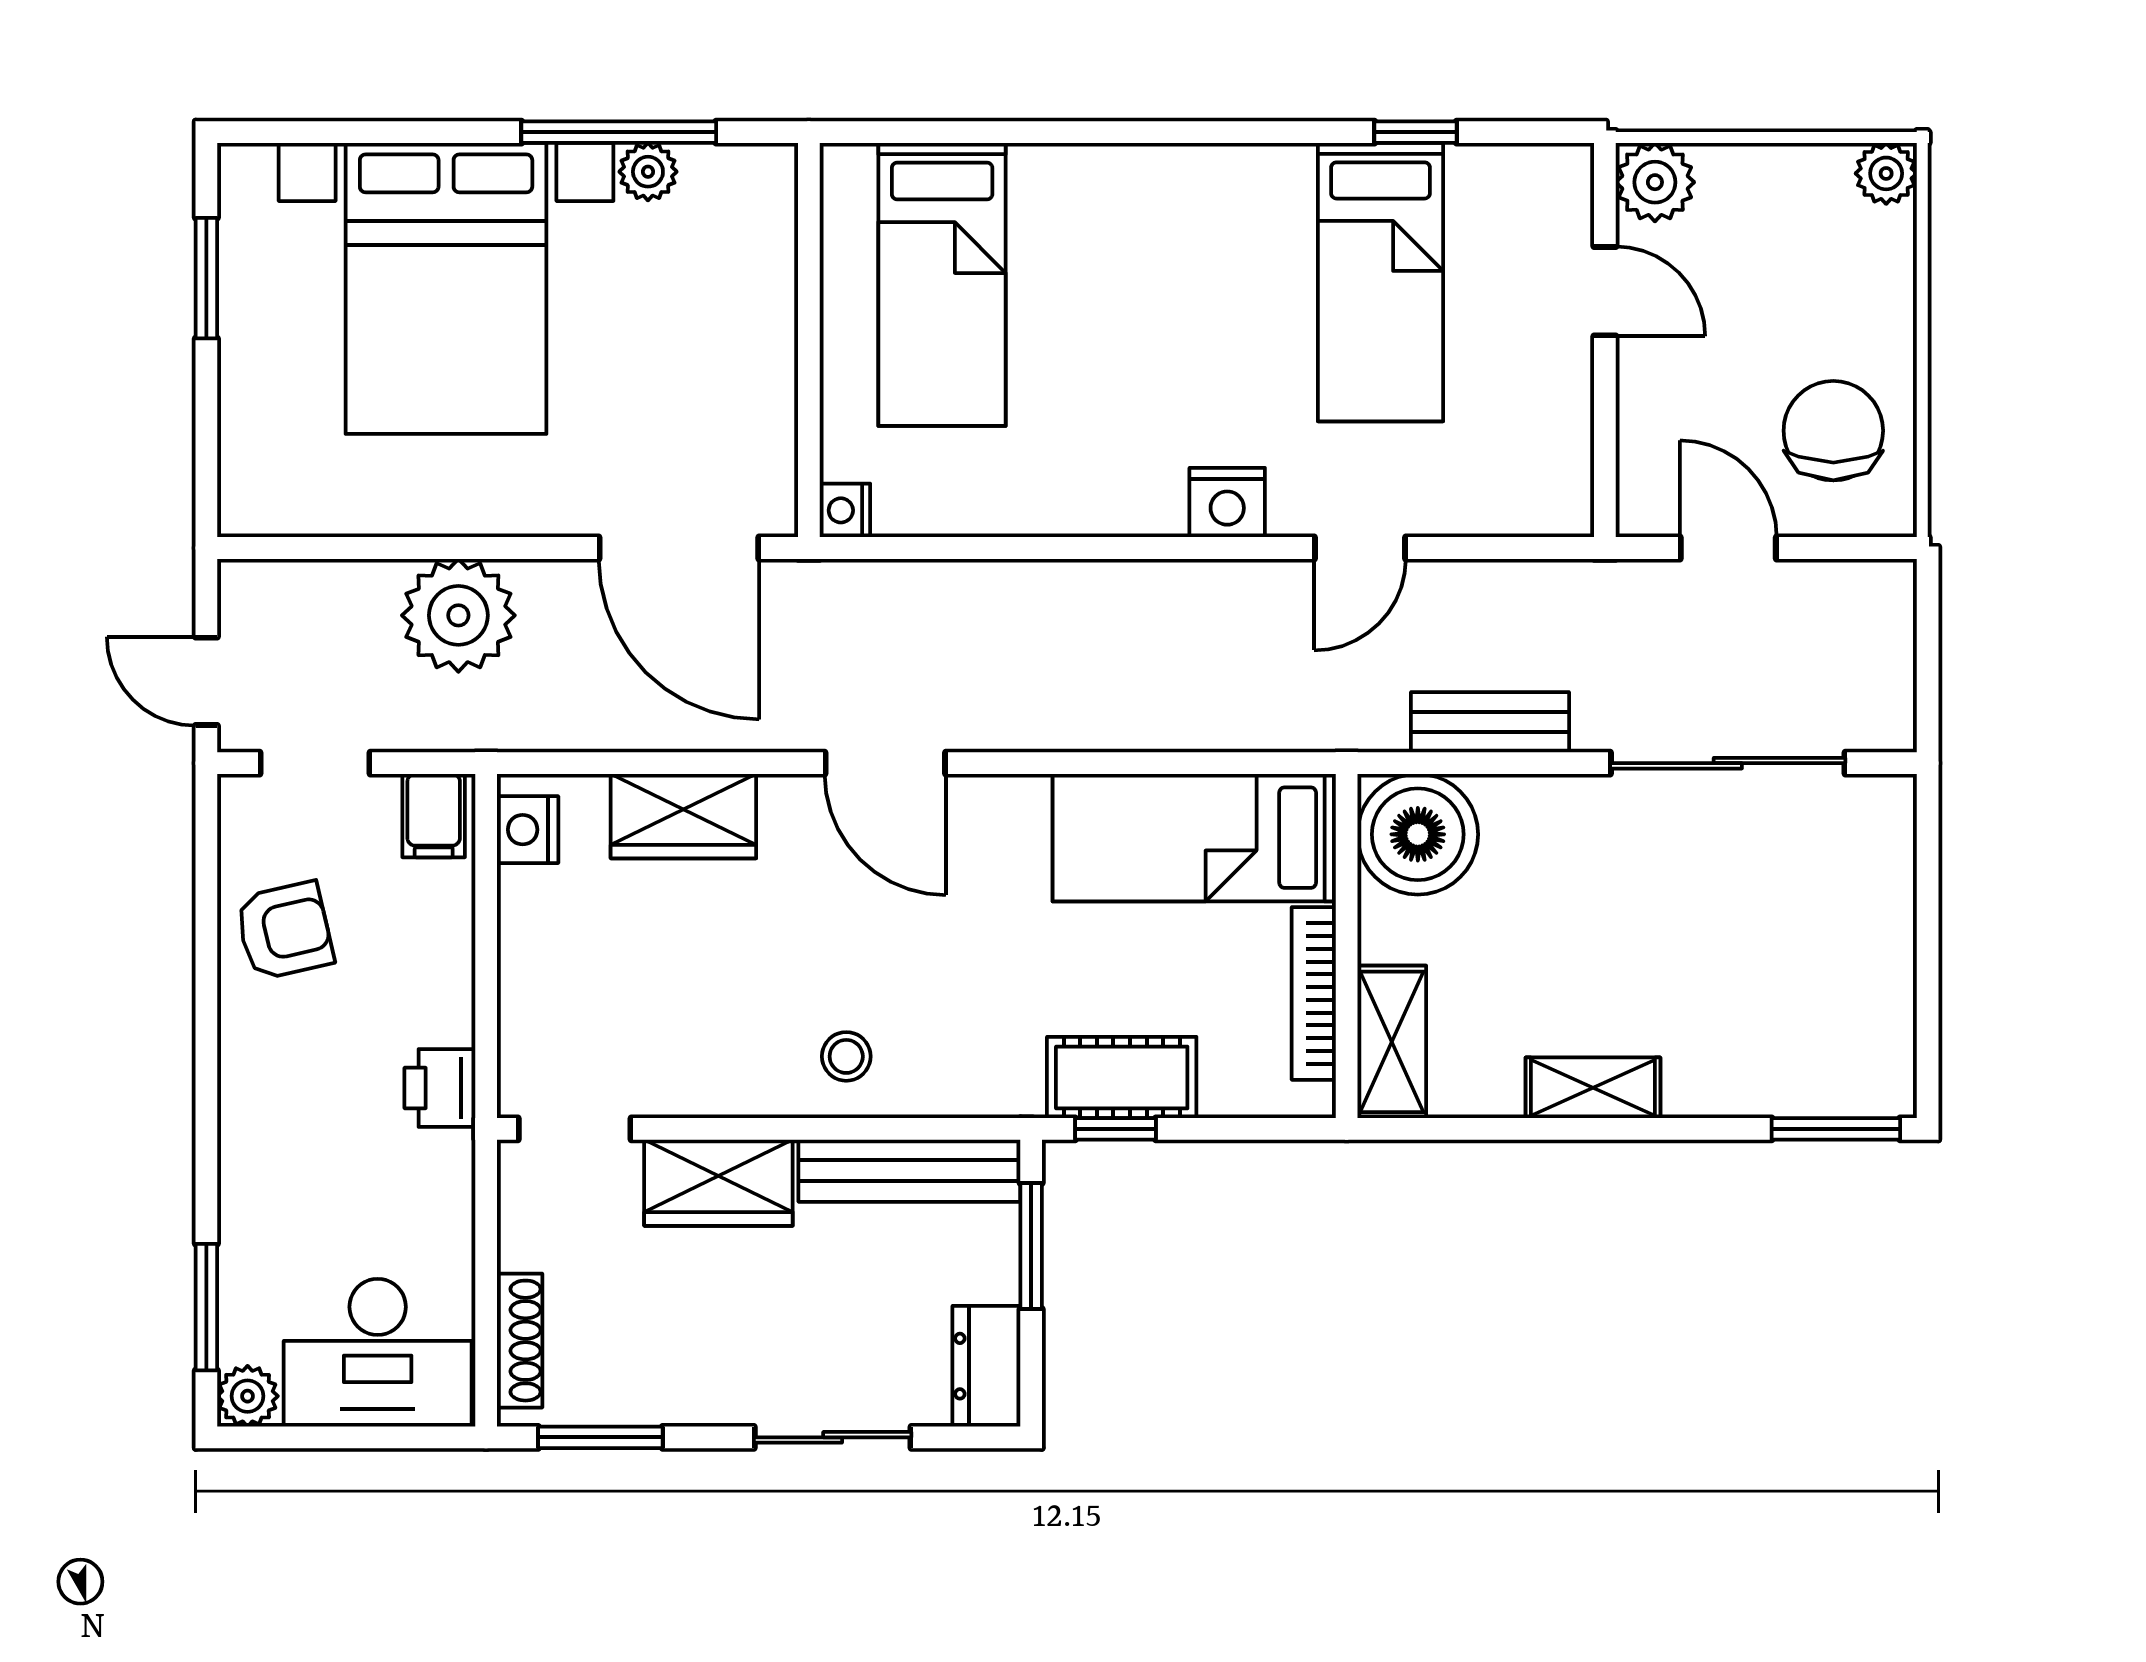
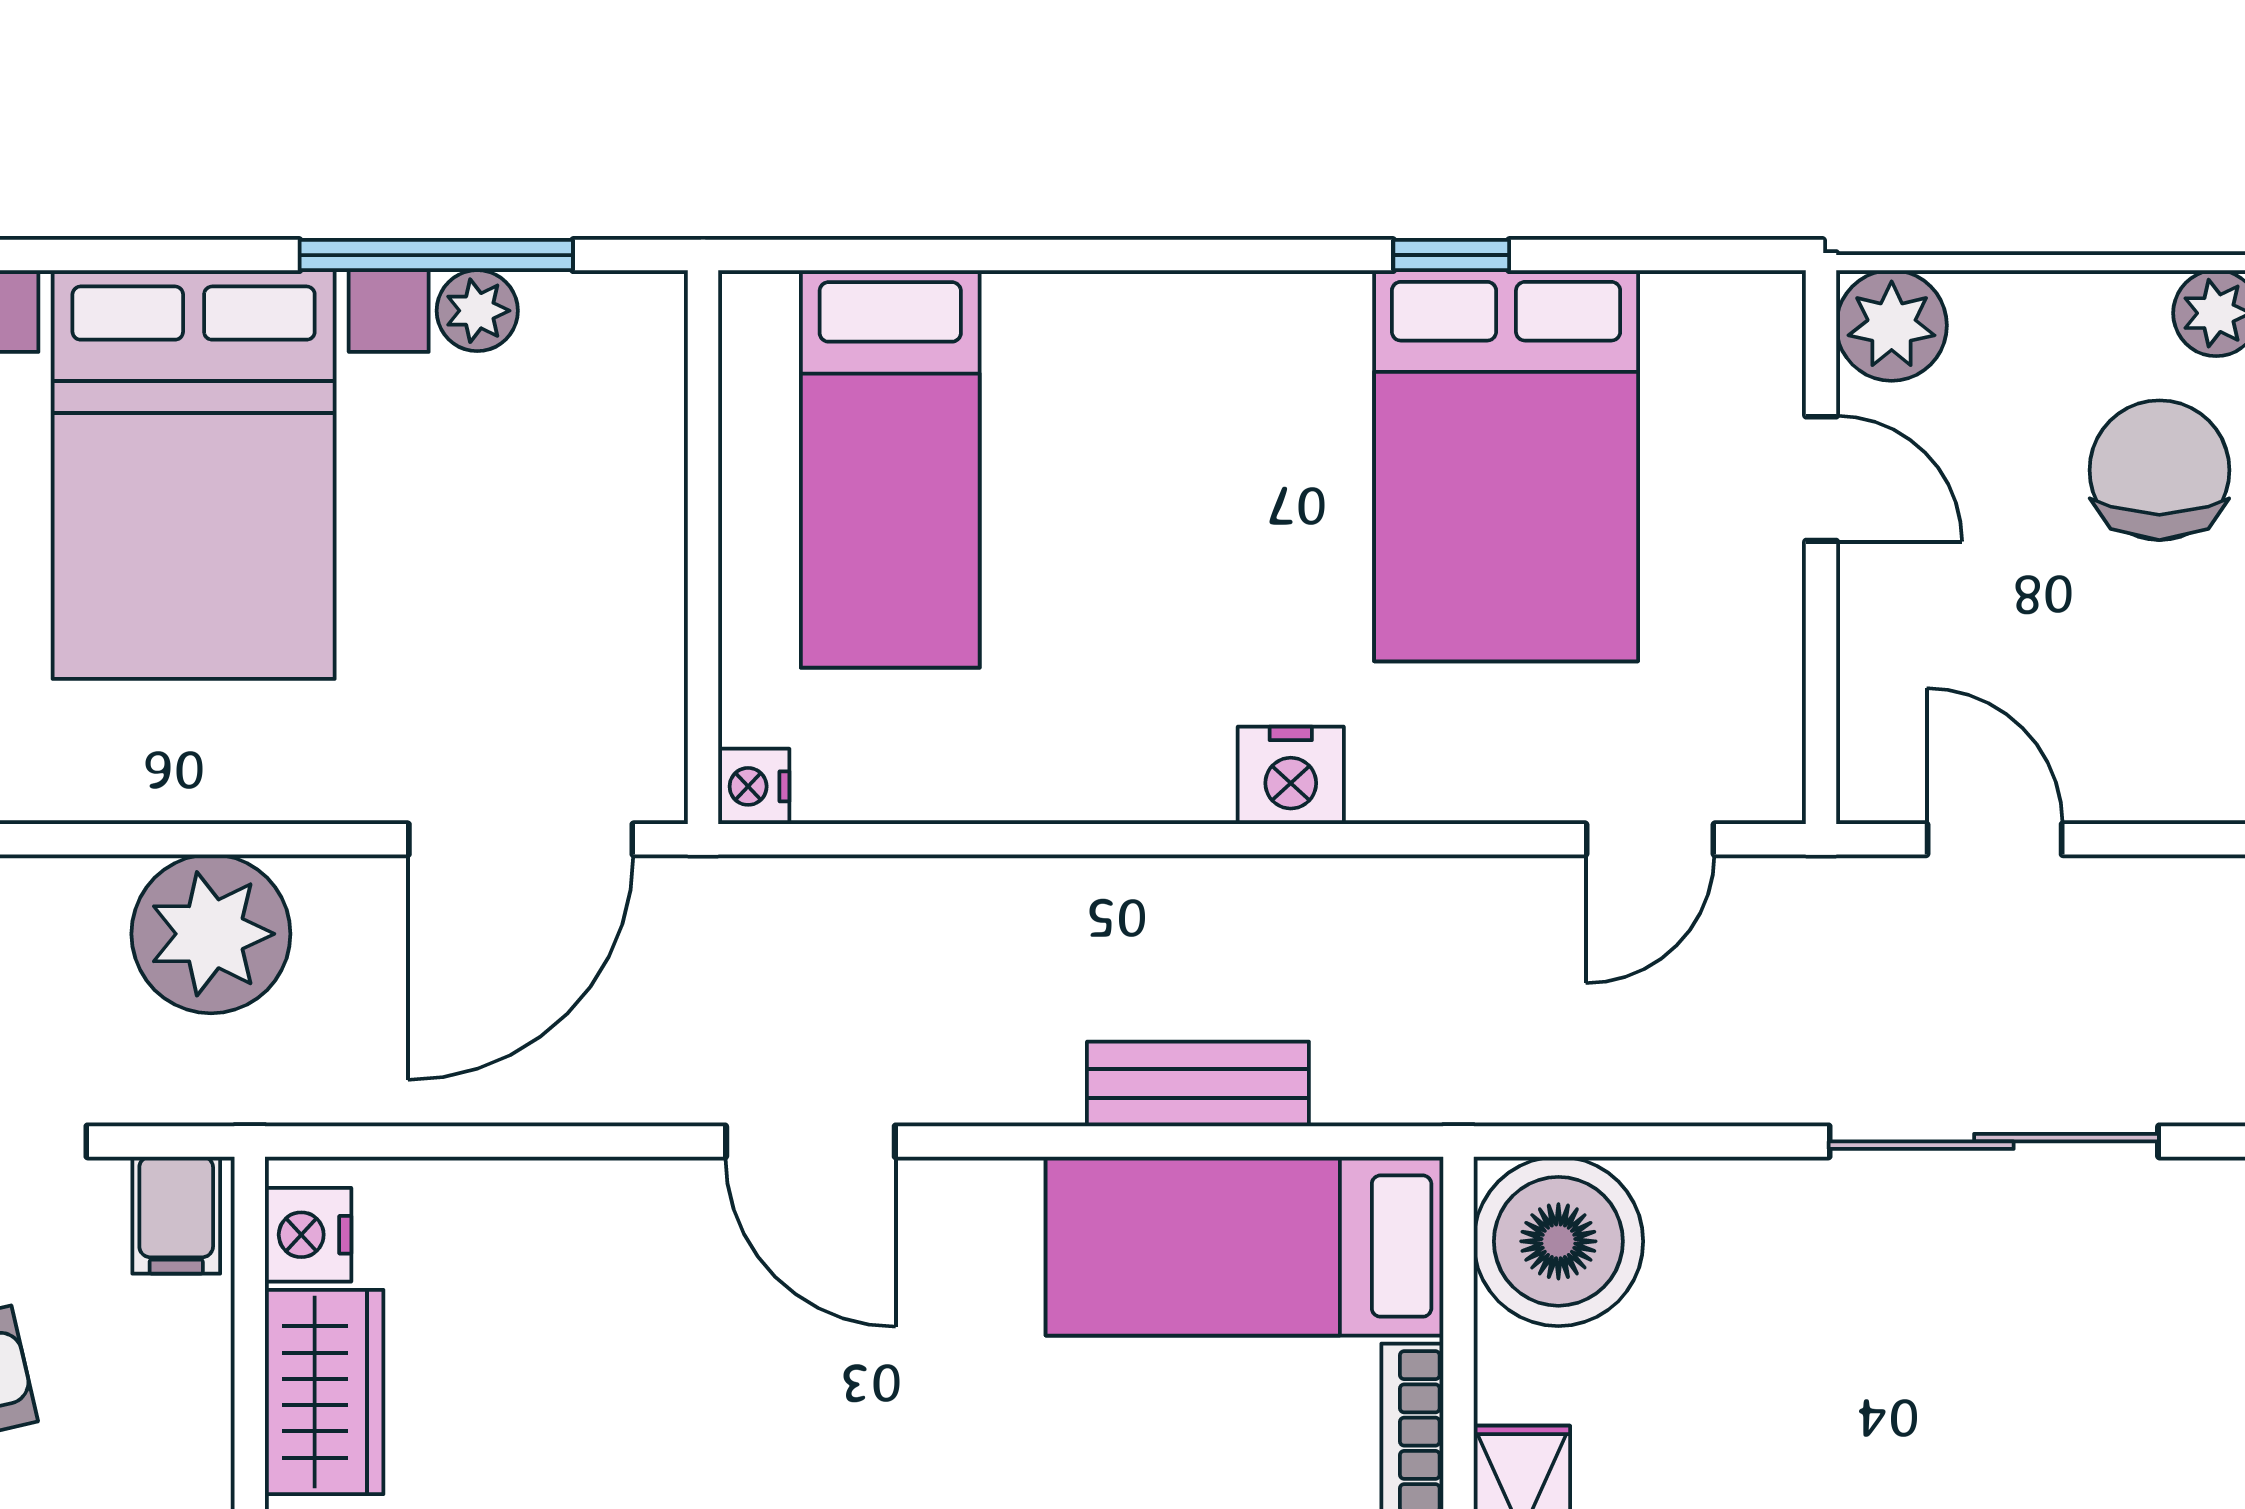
window: (1415, 132) -> (1451, 255), moved
bed: (1380, 282) -> (1506, 466), width x1.50
chair: (1833, 431) -> (2159, 470), moved
door: (679, 548) -> (521, 839), hinge flipped
door: (1360, 548) -> (1650, 839), moved
bench: (1490, 722) -> (1198, 1084), moved
wardrobe: (683, 816) -> (324, 1392), moved, turned -90

